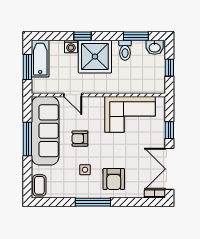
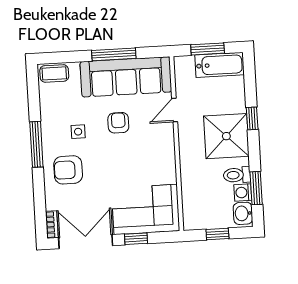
washing machine: (71, 46) -> (243, 192), moved
corner sofa: (130, 114) -> (146, 209), moved, turned 90

